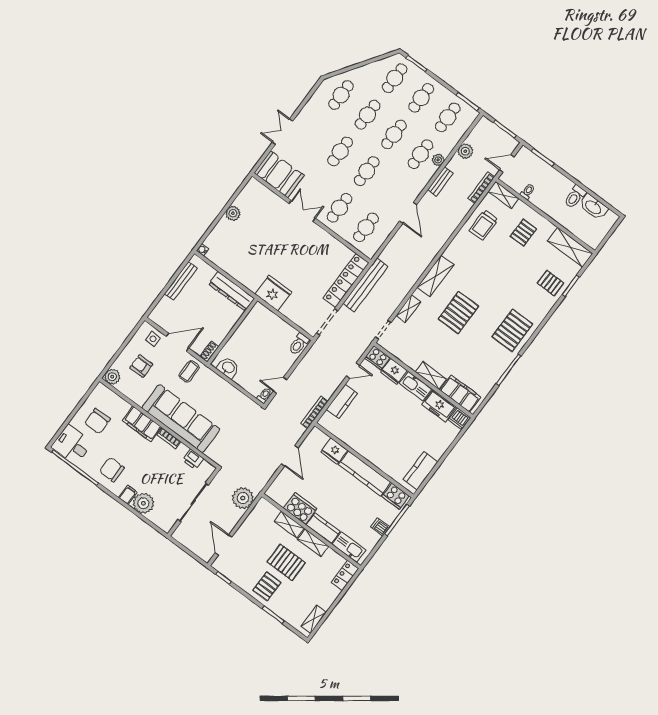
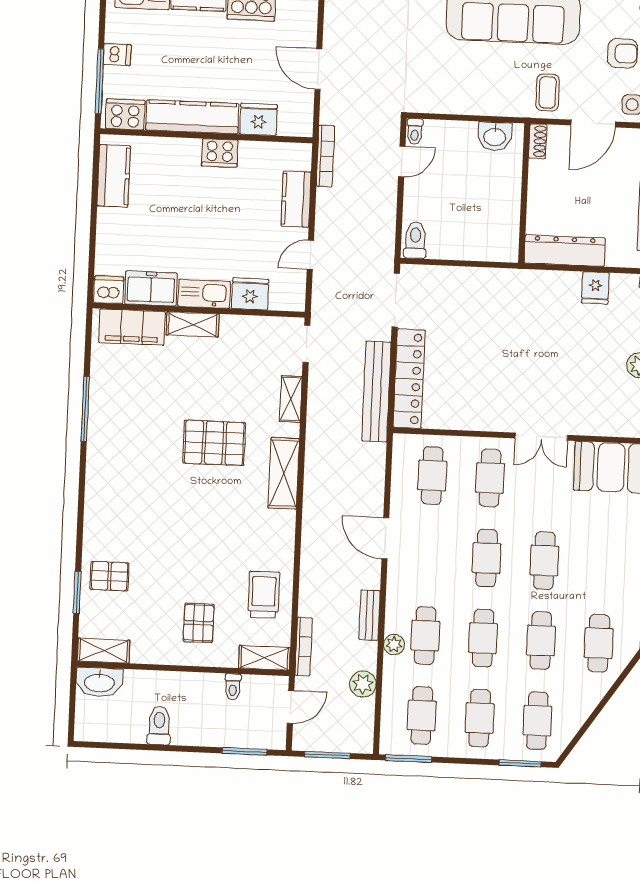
washbasin: (593, 207) -> (99, 682), moved, turned 180
shelving: (570, 247) -> (104, 651), width x0.67, depth x0.75
fridge: (273, 293) -> (595, 288), moved, width x0.53, depth x0.75
pallet: (458, 313) -> (214, 443), turned 90
pallet: (512, 330) -> (119, 470), removed
cooker: (377, 358) -> (220, 153), moved, turned 180

